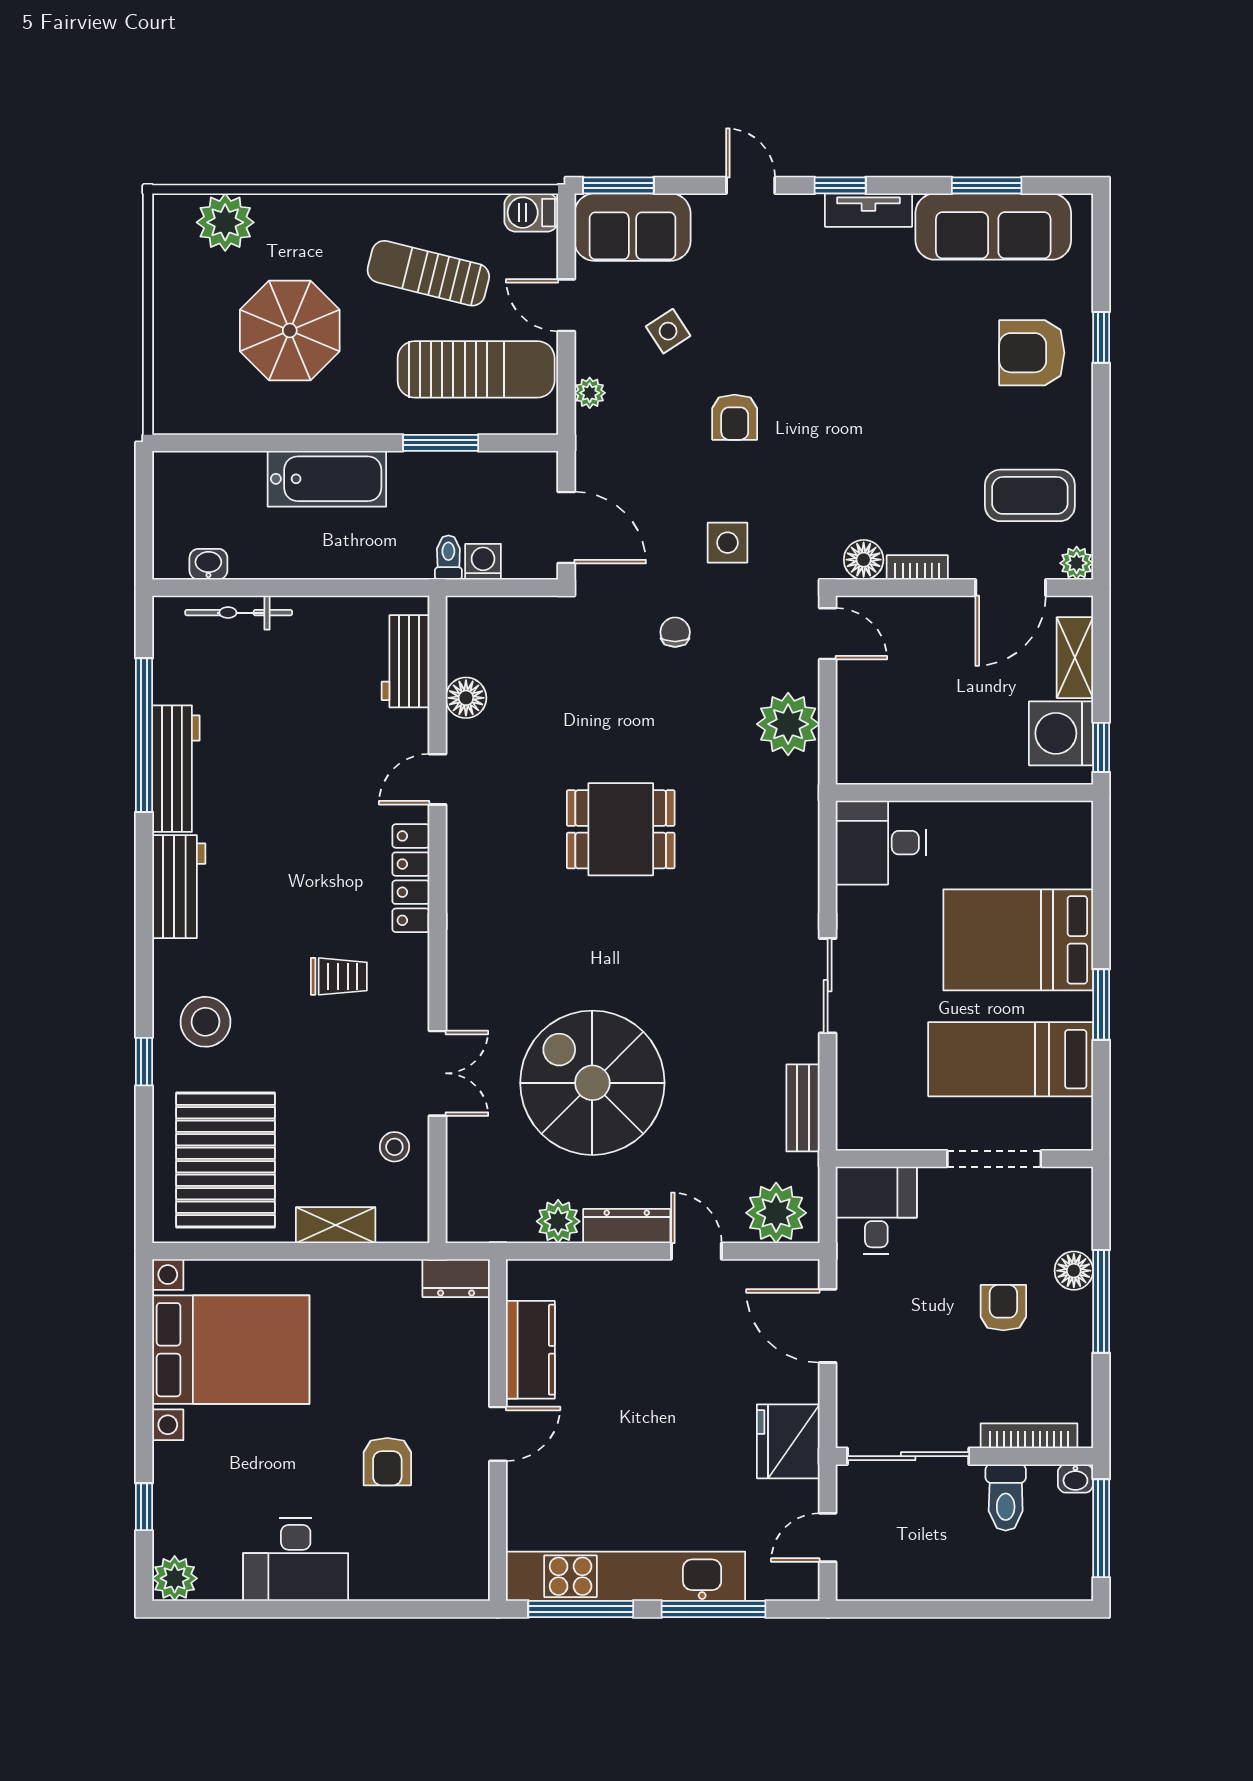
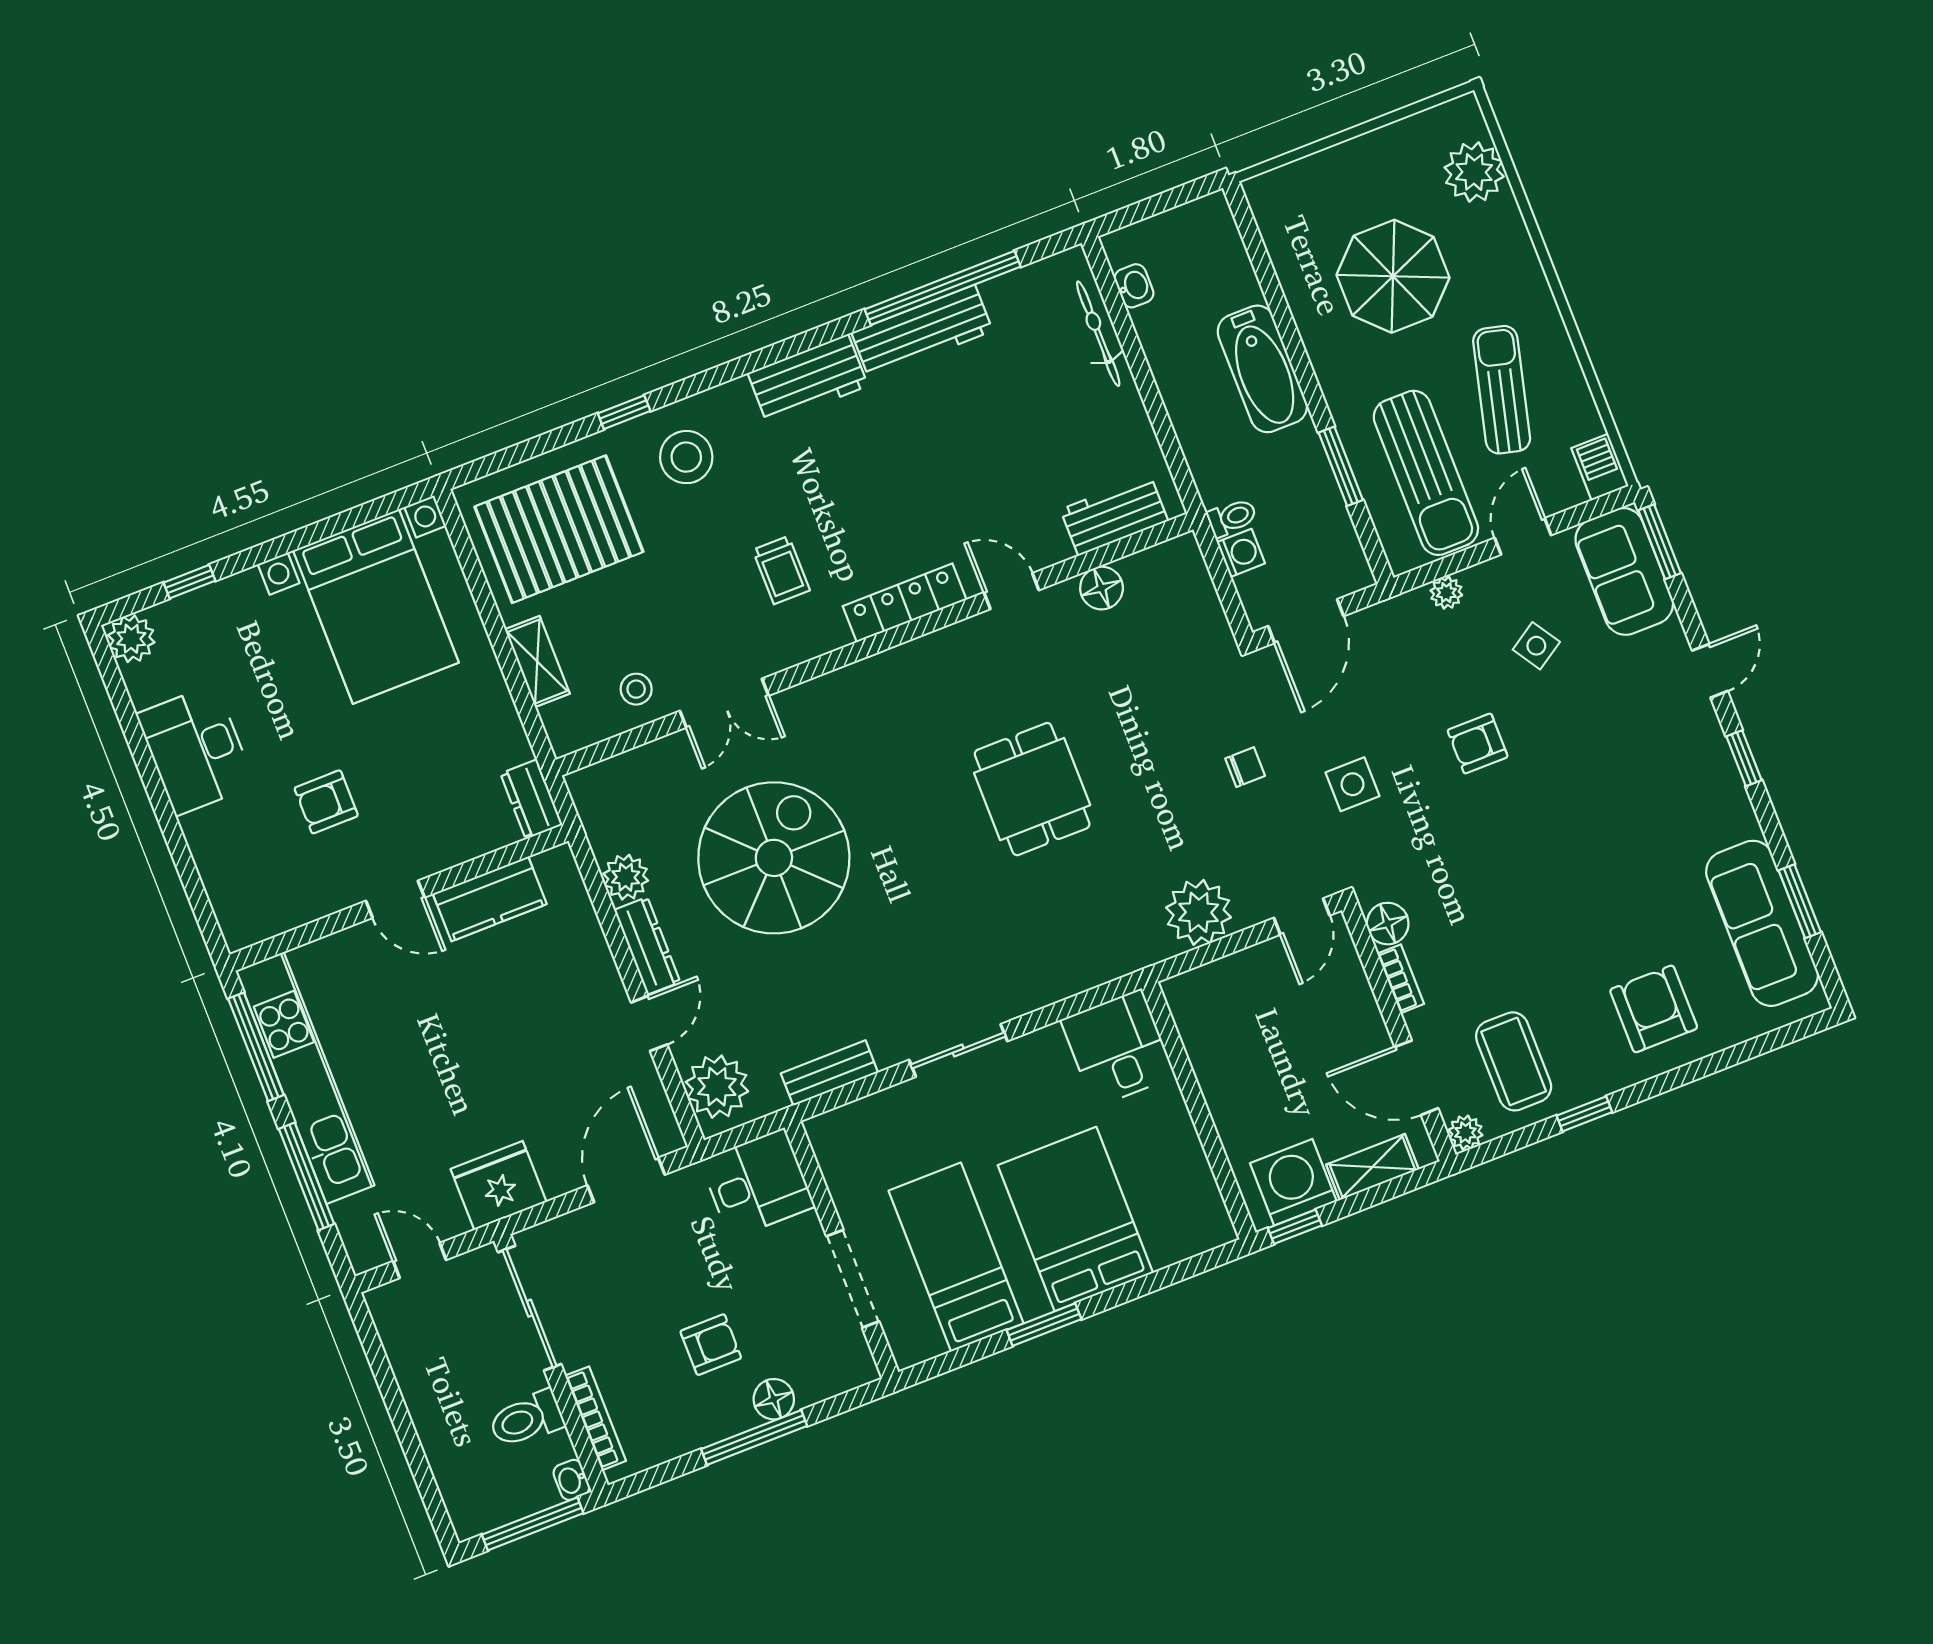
tv unit: (868, 210) -> (1731, 795), removed
window: (1101, 337) -> (1584, 1114), moved

